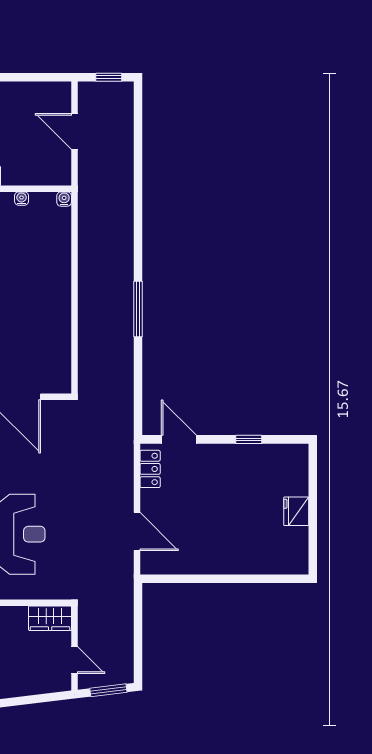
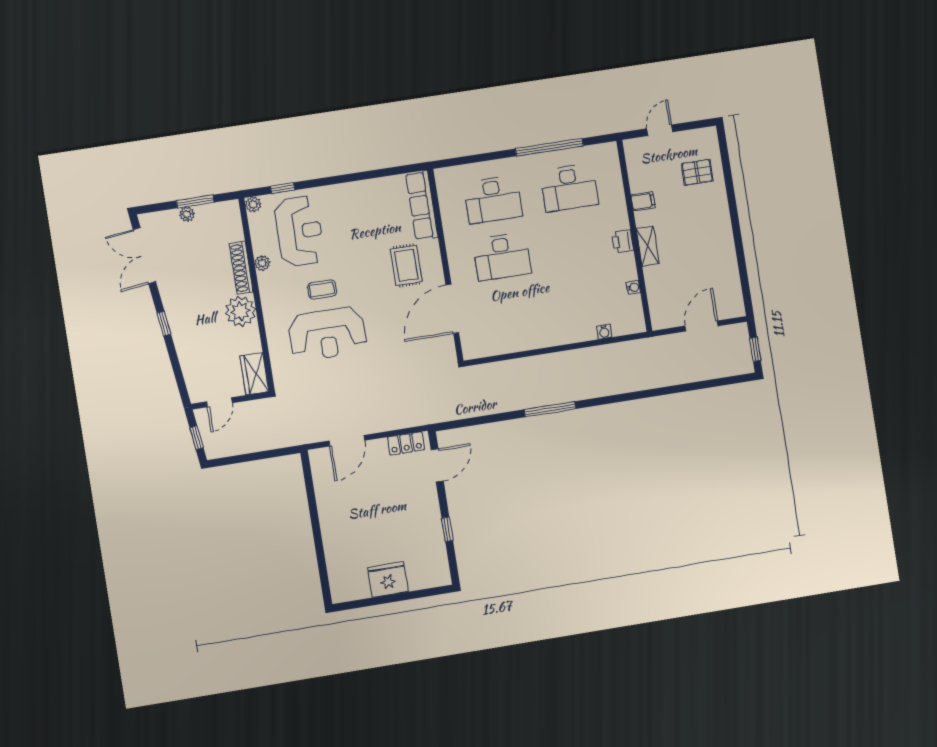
water cooler: (64, 199) -> (604, 332), moved, turned 90
fridge: (296, 511) -> (388, 579), width x1.36, depth x1.34
window: (108, 690) -> (197, 438), width x0.67

